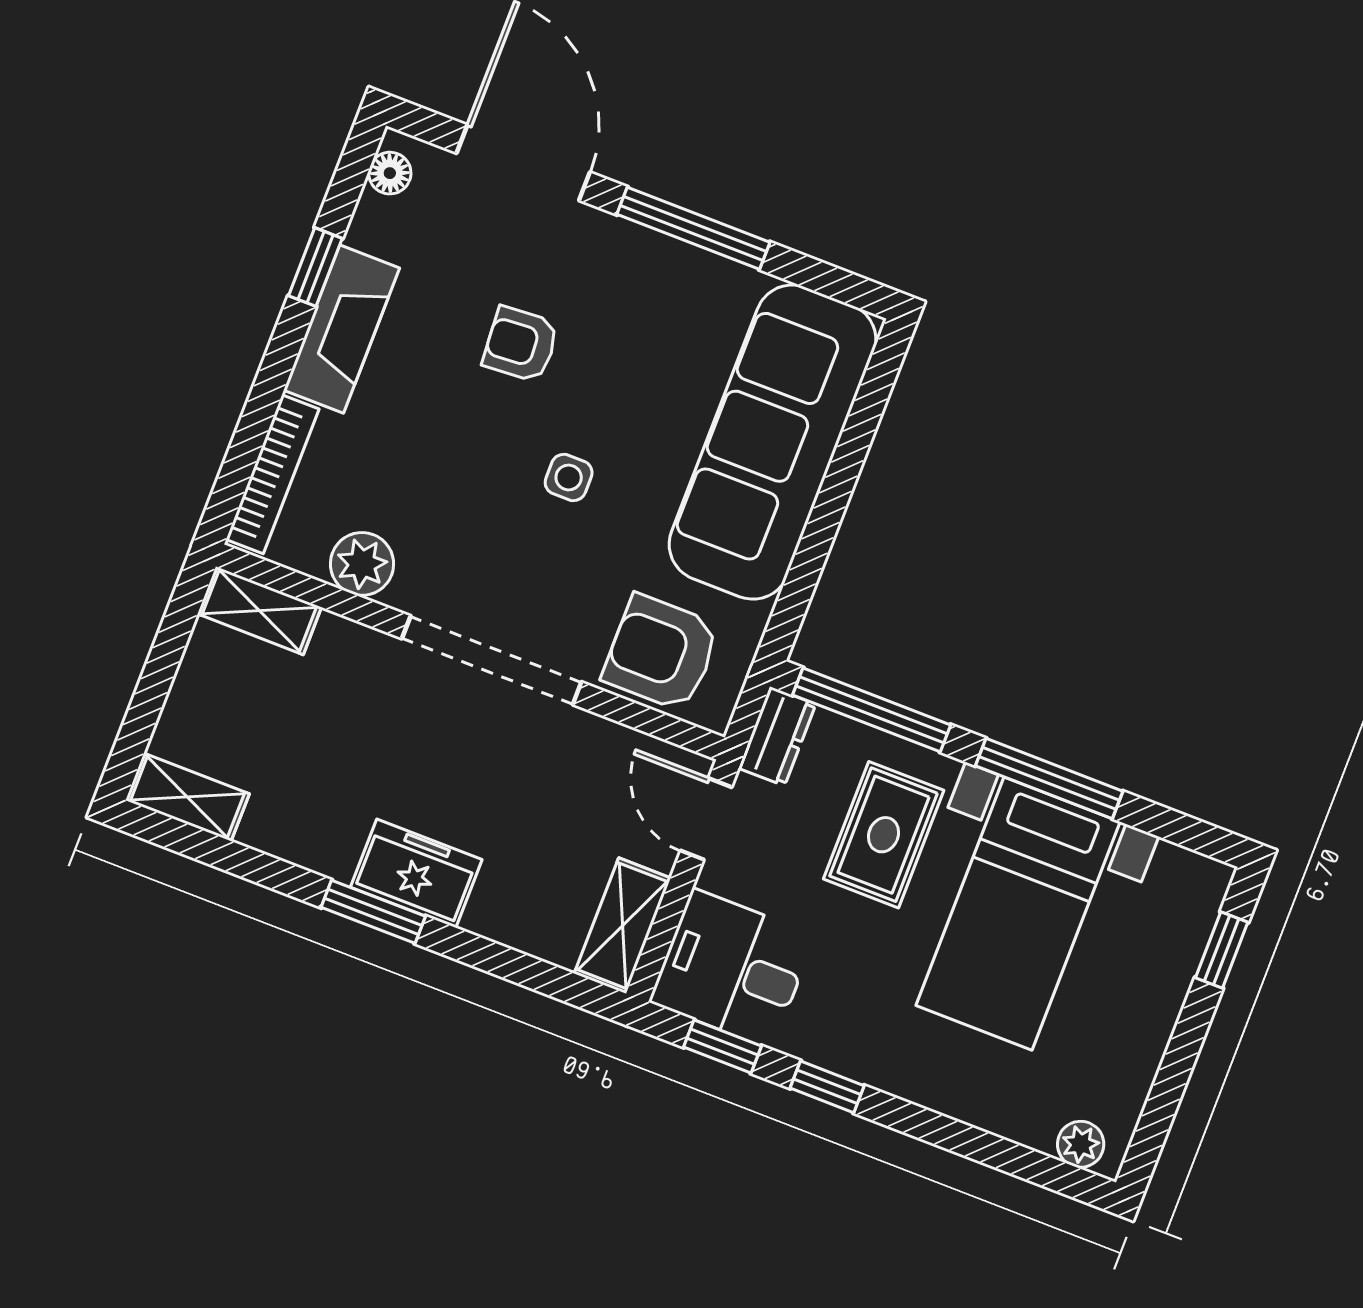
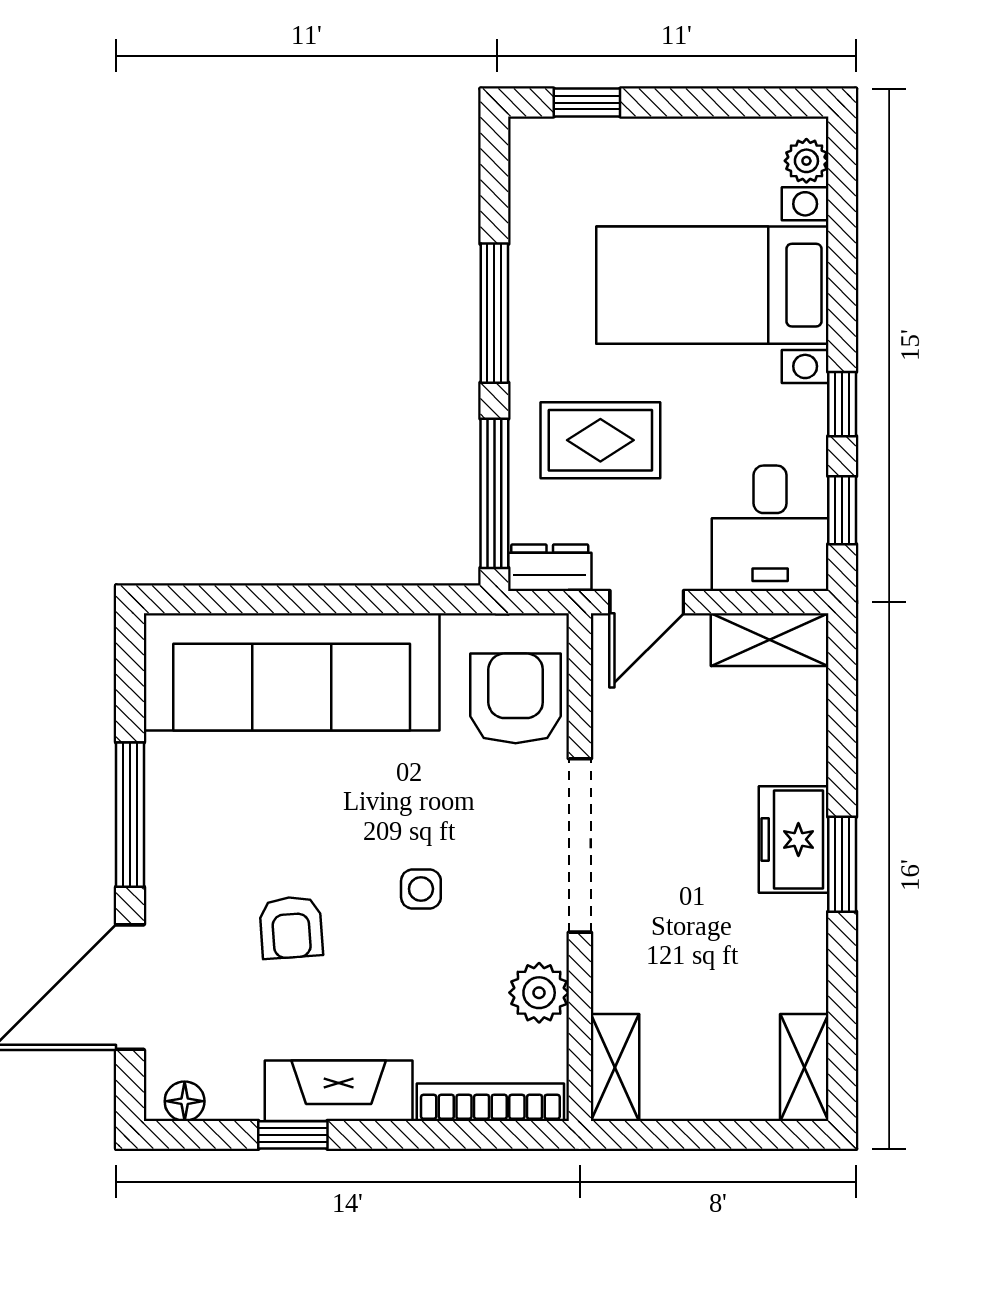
side table: (569, 477) -> (421, 889), moved
armchair: (661, 653) -> (516, 698), turned 180
bed with nightstands: (1018, 914) -> (712, 285), moved, turned 180

